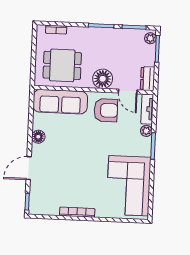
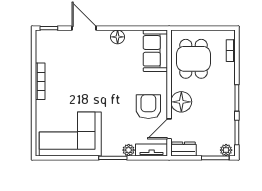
sofa: (60, 102) -> (155, 51), width x0.73
armchair: (106, 110) -> (148, 107), turned 180

